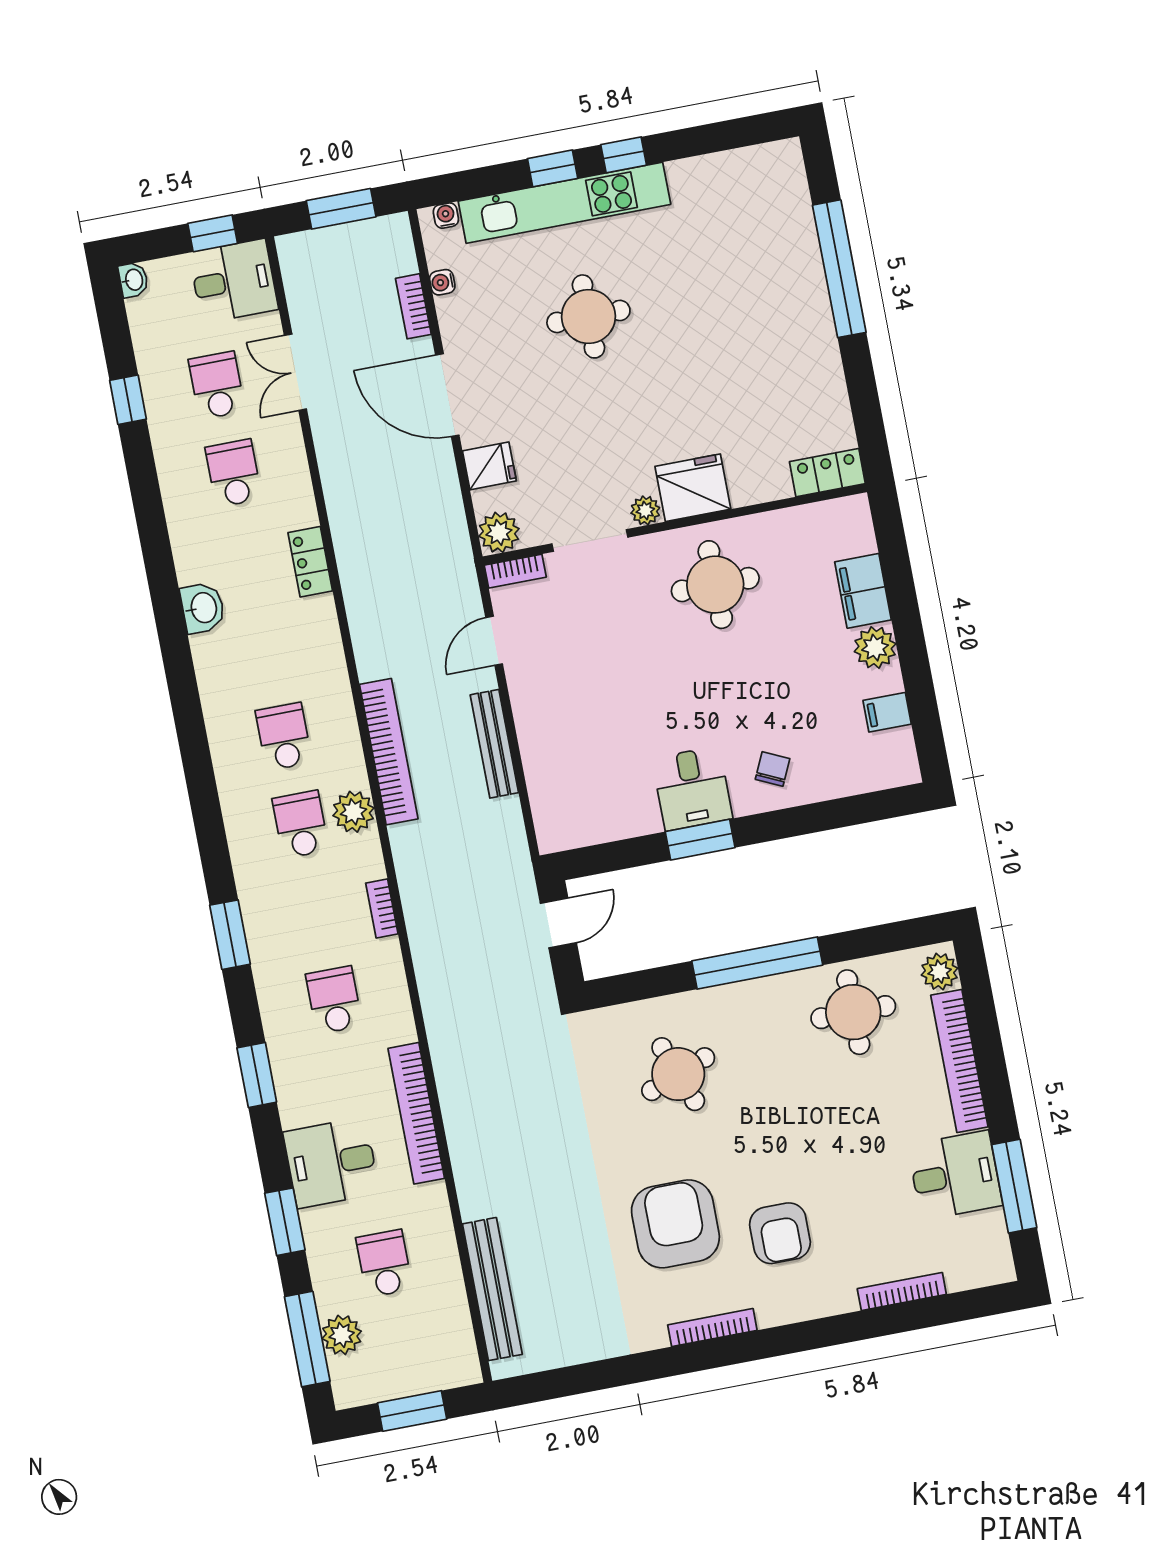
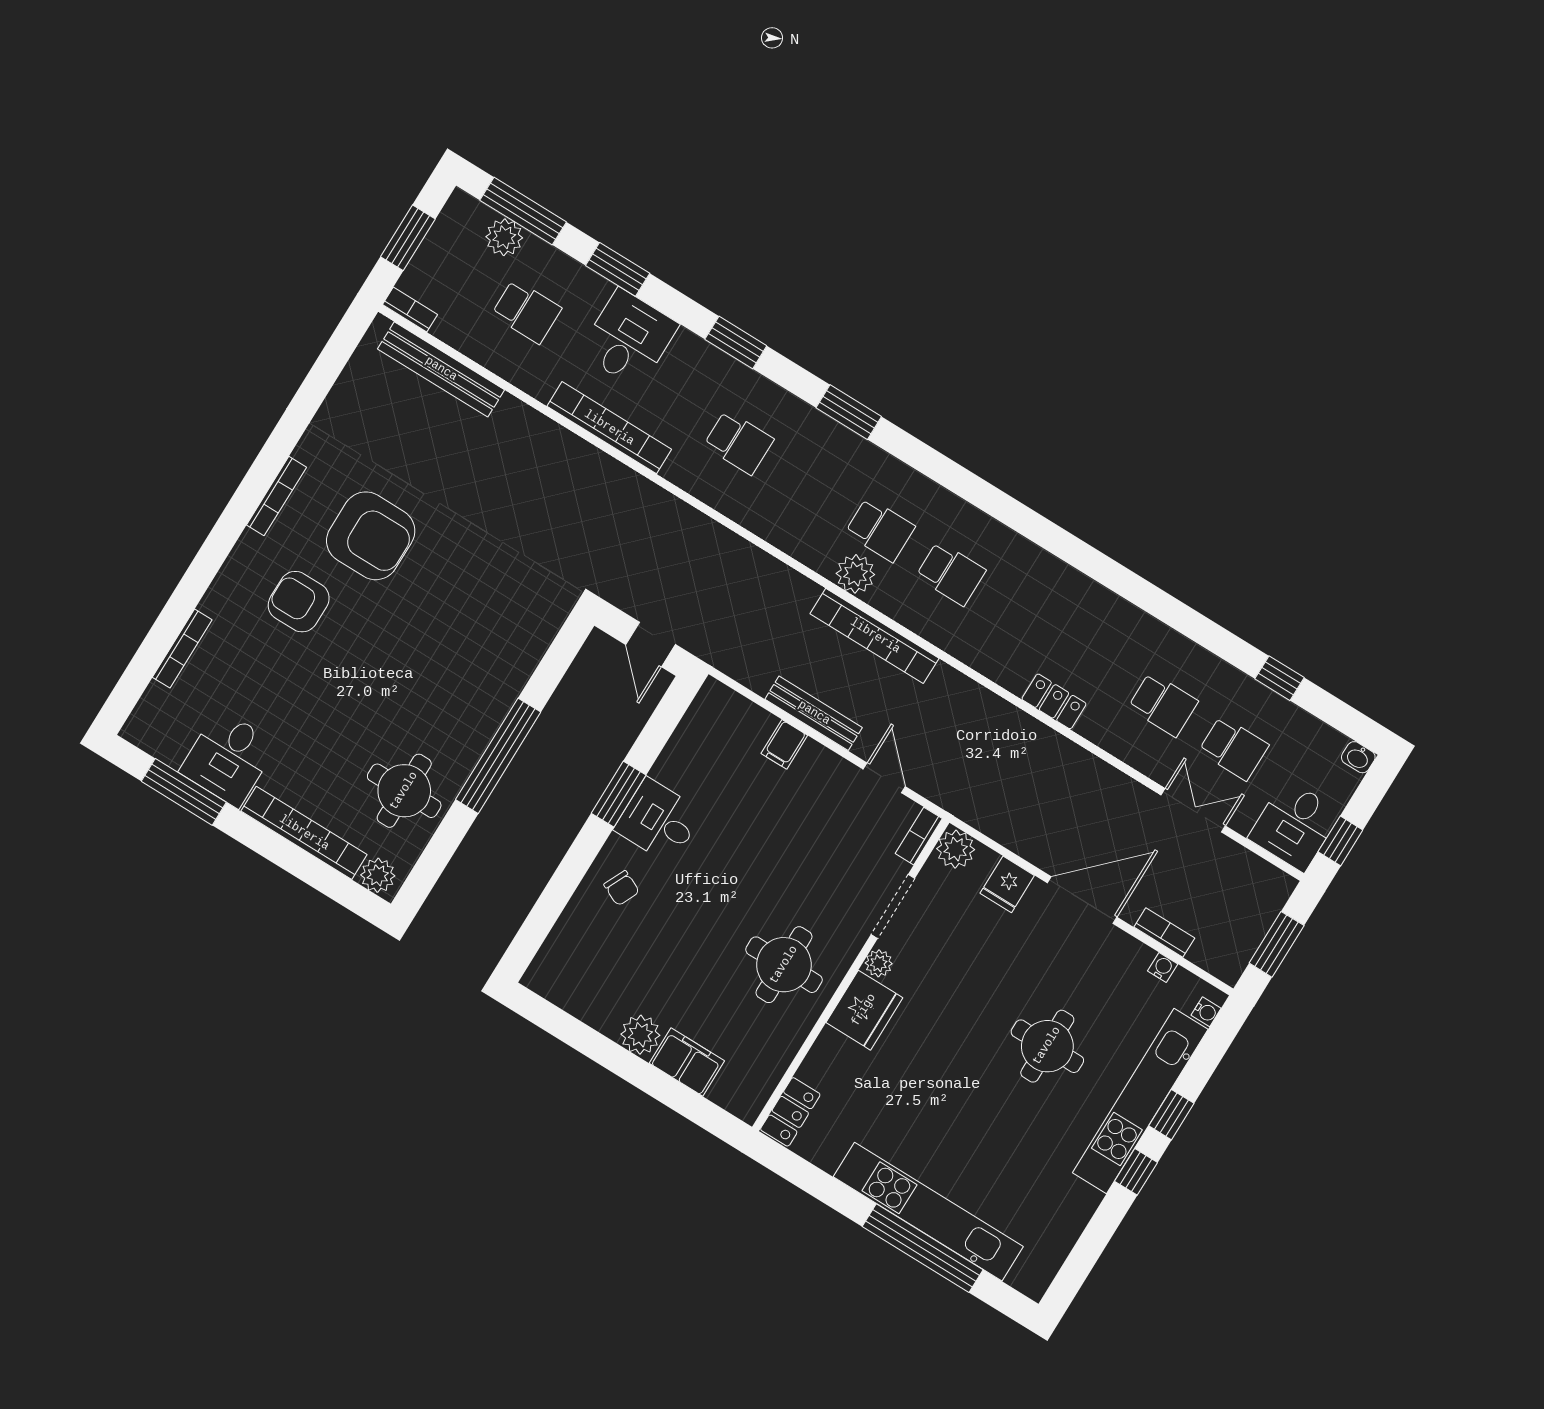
kitchen unit: (806, 291) -> (928, 1212), added
washbasin: (203, 608) -> (1090, 599), removed
filing cabinet: (887, 712) -> (784, 744), moved, turned 180
bookcase: (382, 908) -> (410, 310), moved
round table: (678, 1074) -> (472, 632), removed

